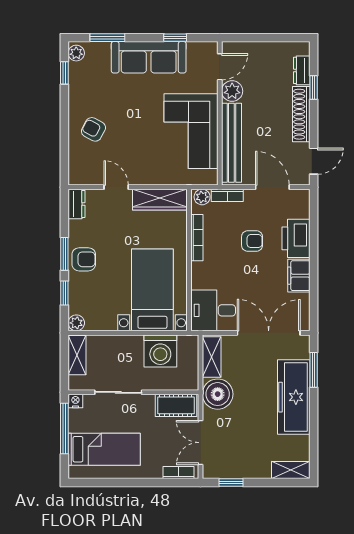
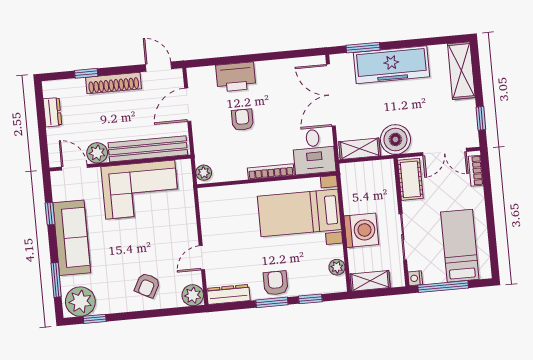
plant: (76, 53) -> (80, 302), width x1.87, depth x1.87
dresser: (302, 70) -> (52, 112), moved, turned -90
plant: (79, 174) -> (193, 295), added
bookcase: (227, 195) -> (200, 148), removed
wardrobe: (160, 200) -> (210, 214), removed
dresser: (77, 204) -> (228, 294), width x1.44
bookcase: (197, 238) -> (271, 172), moved
filing cabinet: (299, 276) -> (272, 71), removed
plant: (76, 323) -> (337, 267), moved
washing machine: (160, 351) -> (361, 230), moved
shelving: (291, 470) -> (461, 71), width x1.50, depth x1.33

